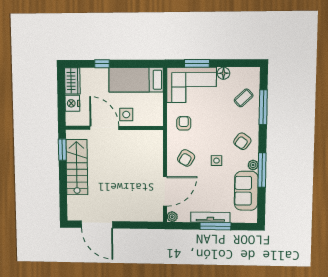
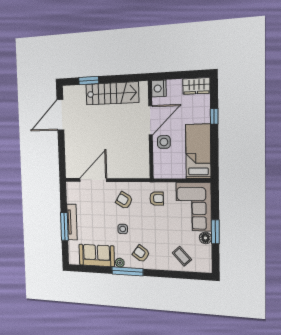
window: (197, 63) -> (215, 232), moved
nightstand: (72, 103) -> (159, 88), moved, turned -90
window: (263, 107) -> (173, 274), removed
window: (62, 150) -> (89, 81), moved
window: (262, 170) -> (127, 271), moved
door: (165, 191) -> (93, 180), swing flipped
plant: (172, 217) -> (71, 187), removed

